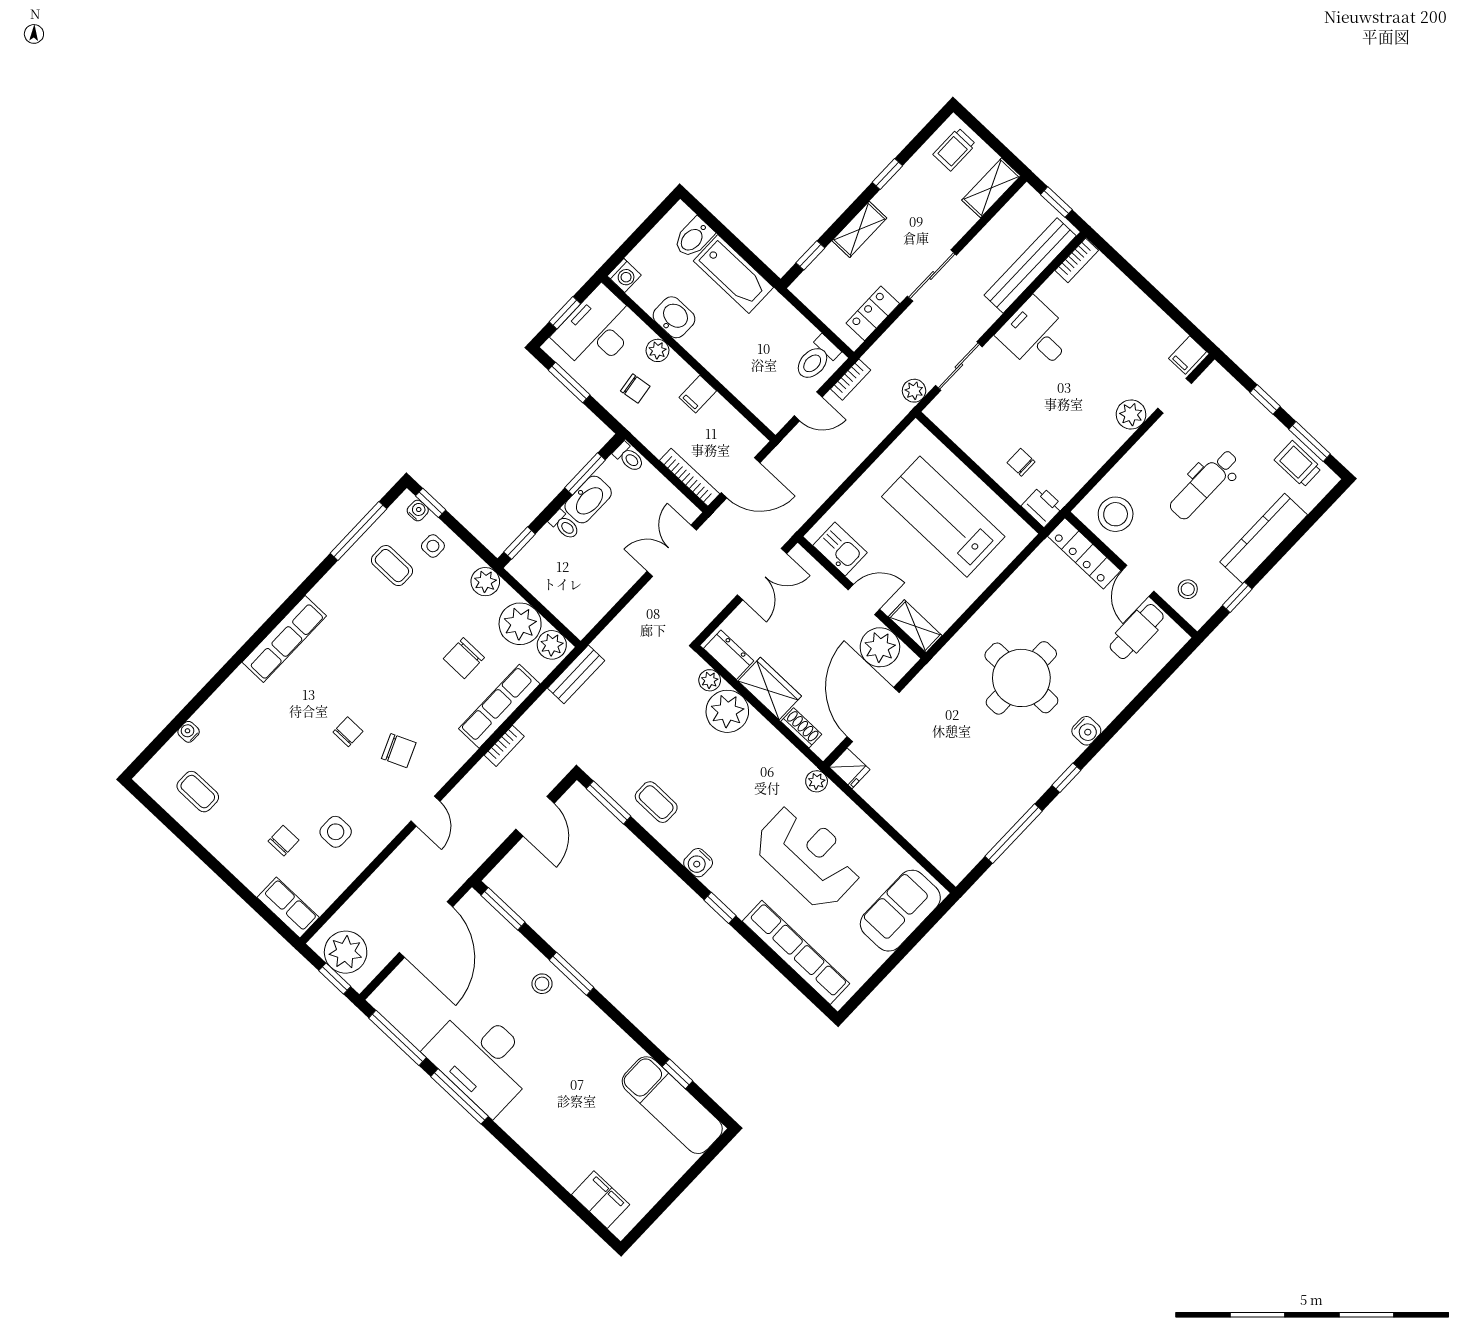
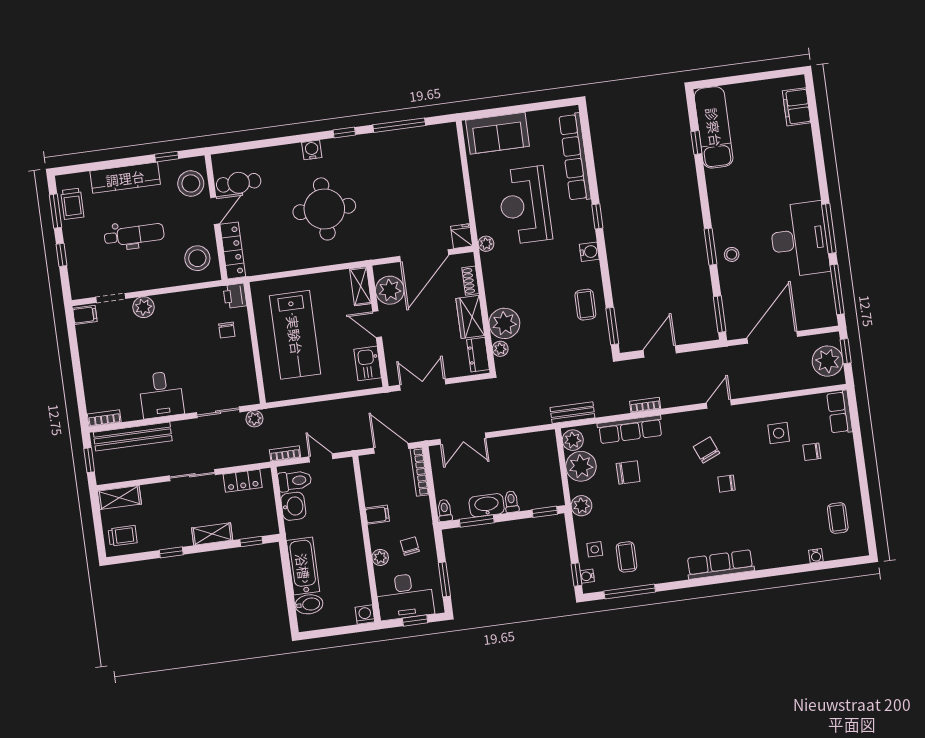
washbasin: (674, 317) -> (293, 506), moved, turned 180
stool: (1188, 589) -> (191, 183), width x1.89, depth x1.89

